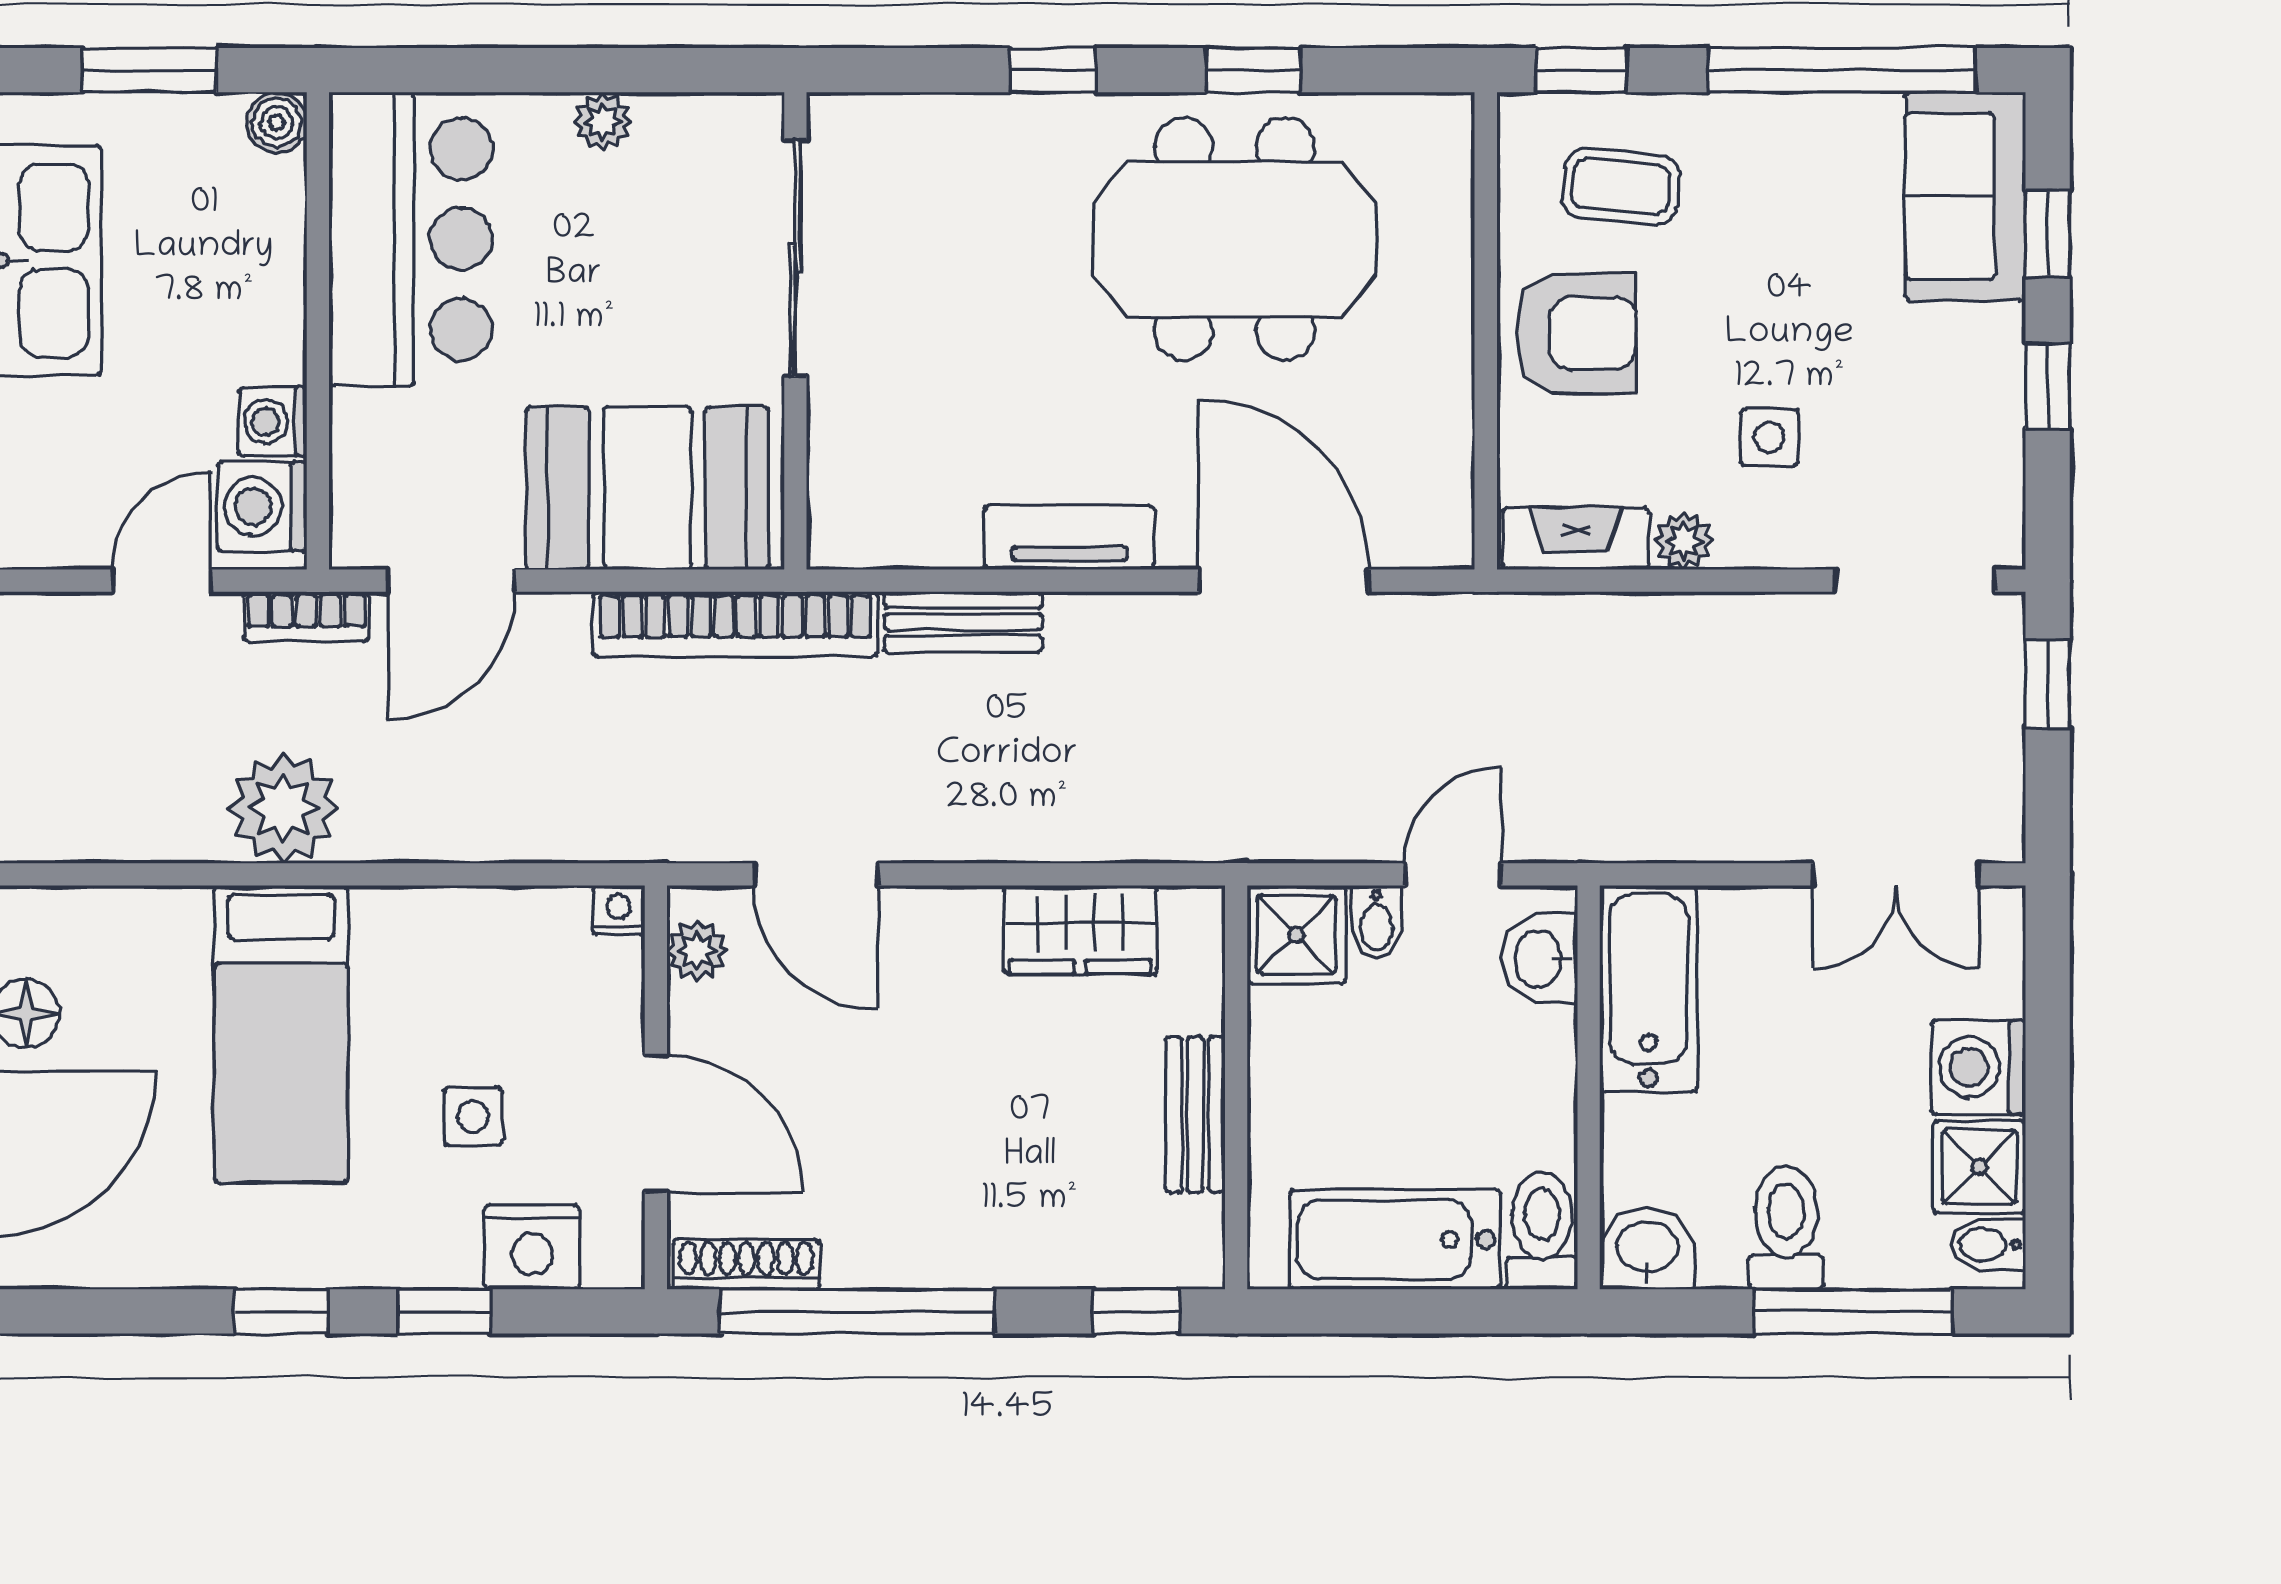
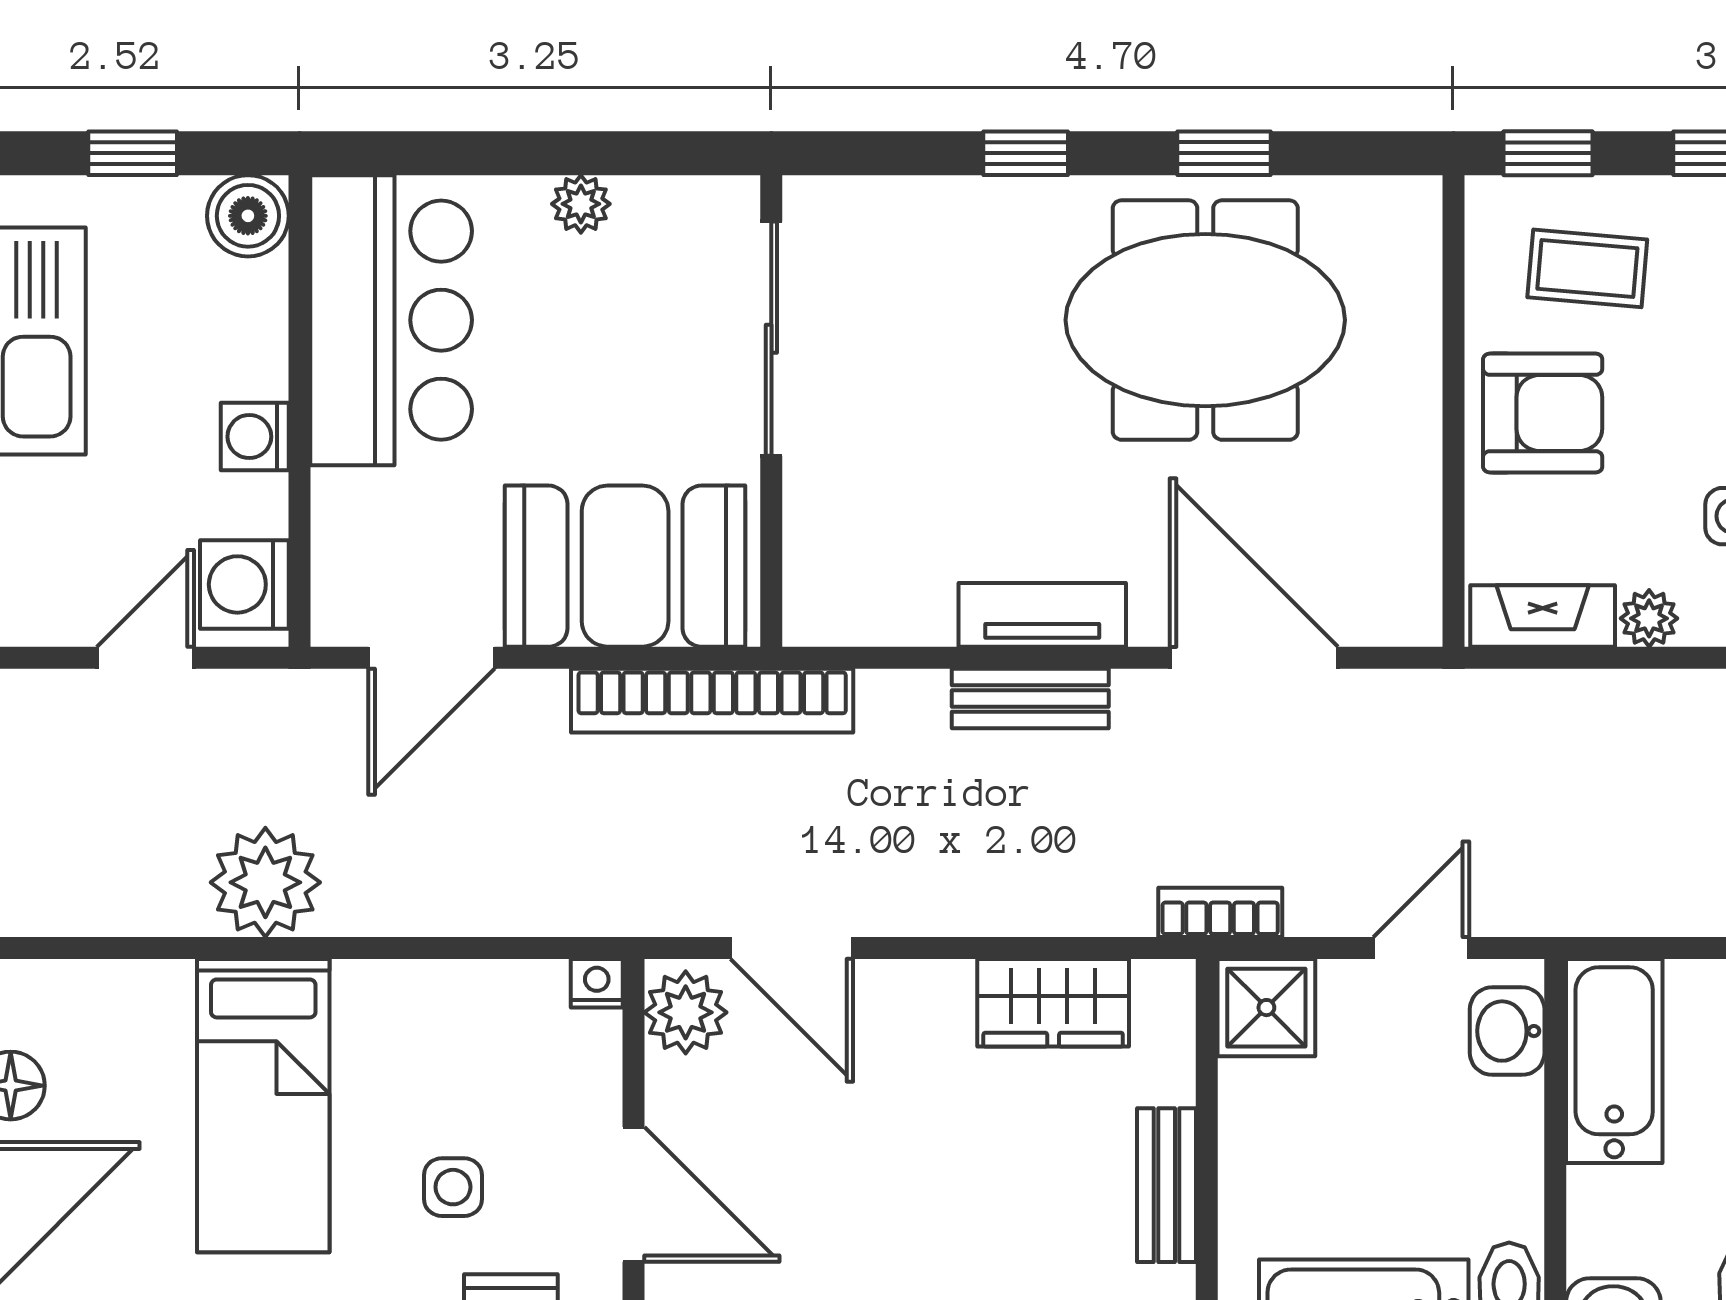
window: (149, 70) -> (133, 153), width x0.67
boiler: (277, 122) -> (248, 216), width x1.36, depth x1.36
washing machine: (273, 422) -> (255, 437), moved
bookcase: (306, 617) -> (1220, 912), moved, turned 180
bench: (963, 622) -> (1030, 698), moved
bidet: (1376, 922) -> (1346, 995), removed
plant: (697, 951) -> (686, 1012), width x1.38, depth x1.38

